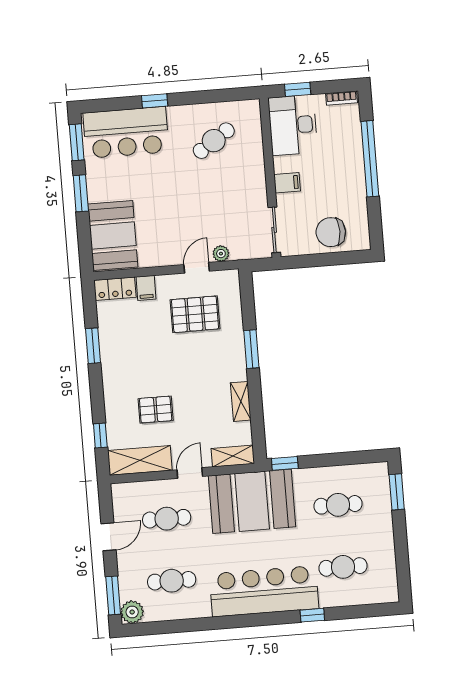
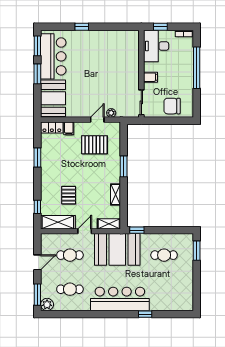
bar counter: (126, 132) -> (53, 56), moved, turned -90
cafe table: (214, 141) -> (112, 51), removed
pallet: (156, 410) -> (69, 195), turned 90
cafe table: (343, 567) -> (164, 289), removed

